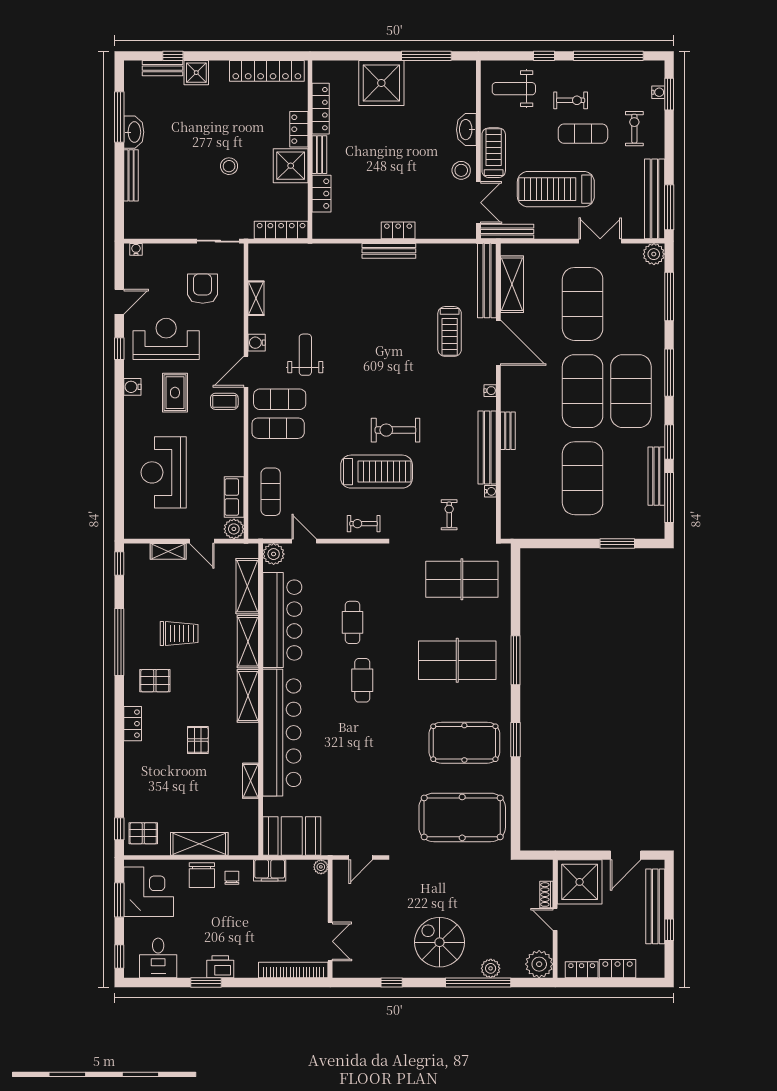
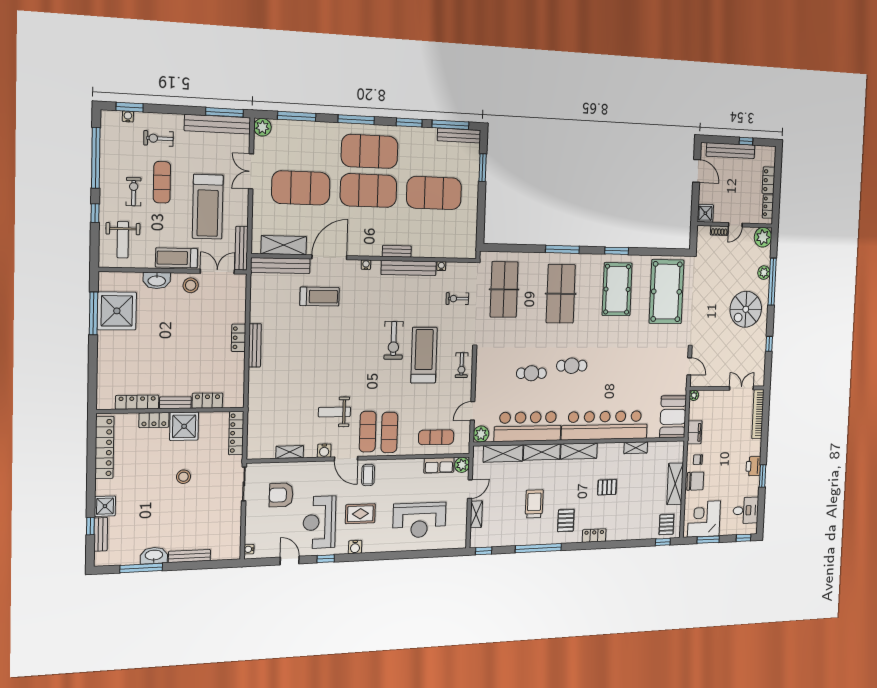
shower: (381, 83) -> (117, 311), moved
bench: (656, 476) -> (459, 135), moved
shower: (580, 882) -> (705, 213), width x0.54, depth x0.54

